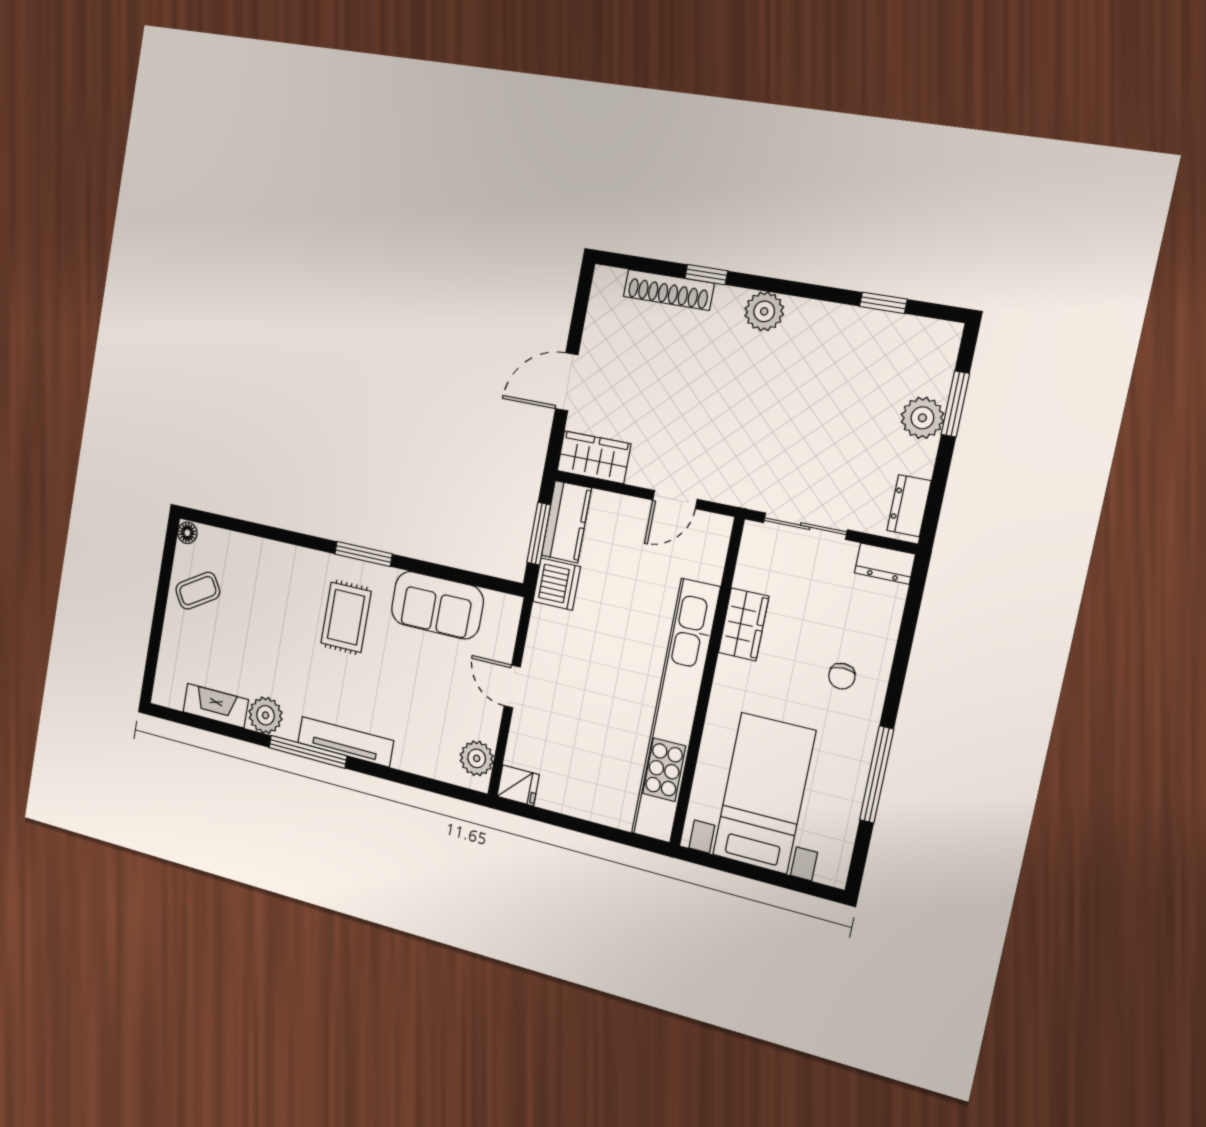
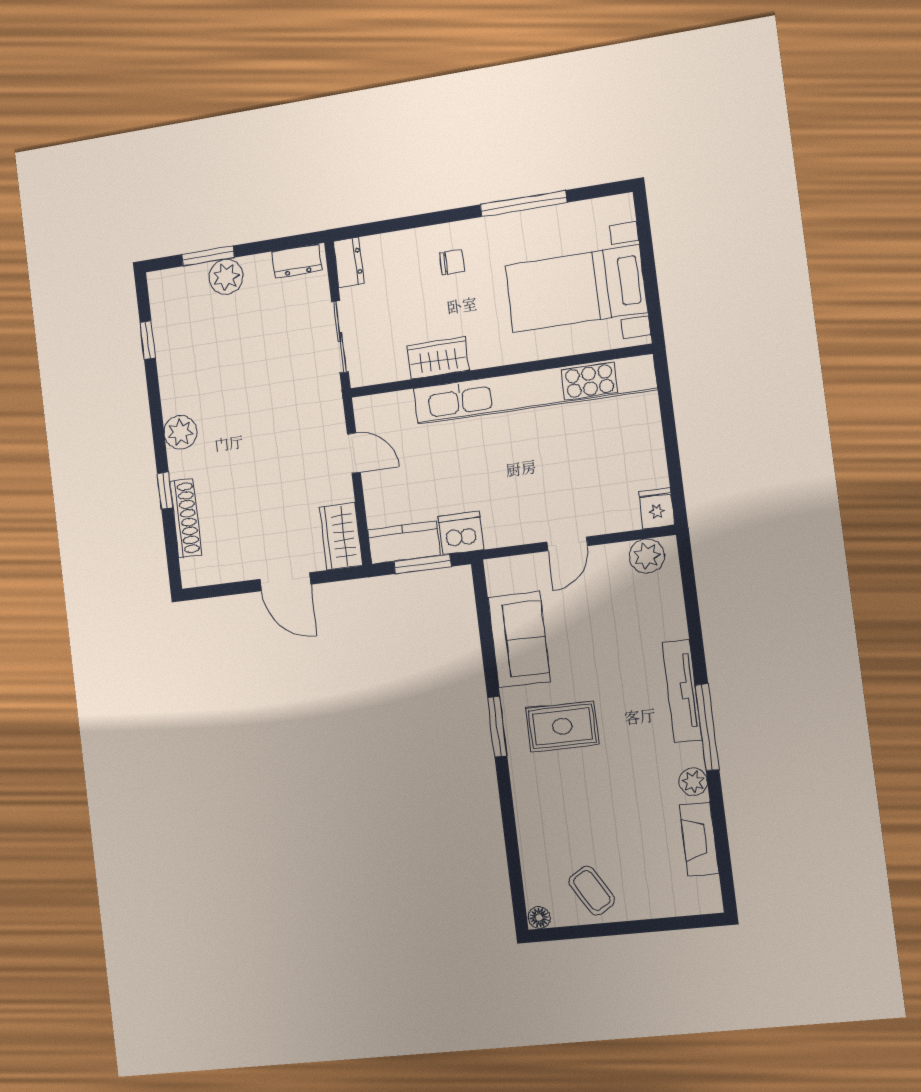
plant: (266, 715) -> (693, 782), width x0.73, depth x0.73

